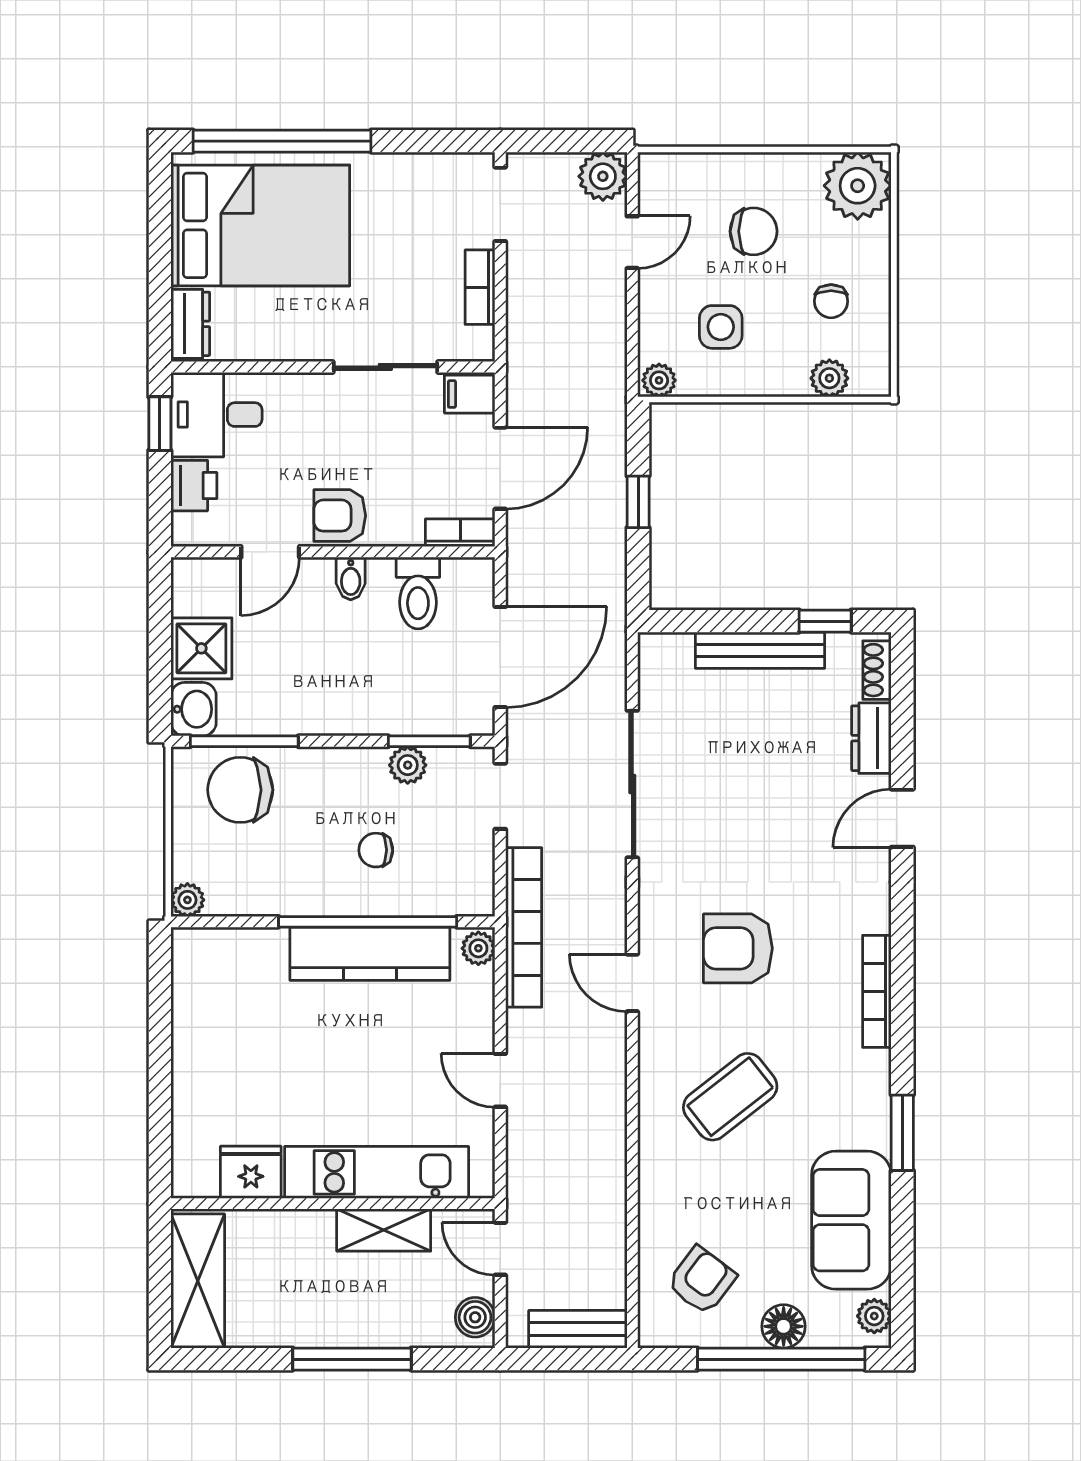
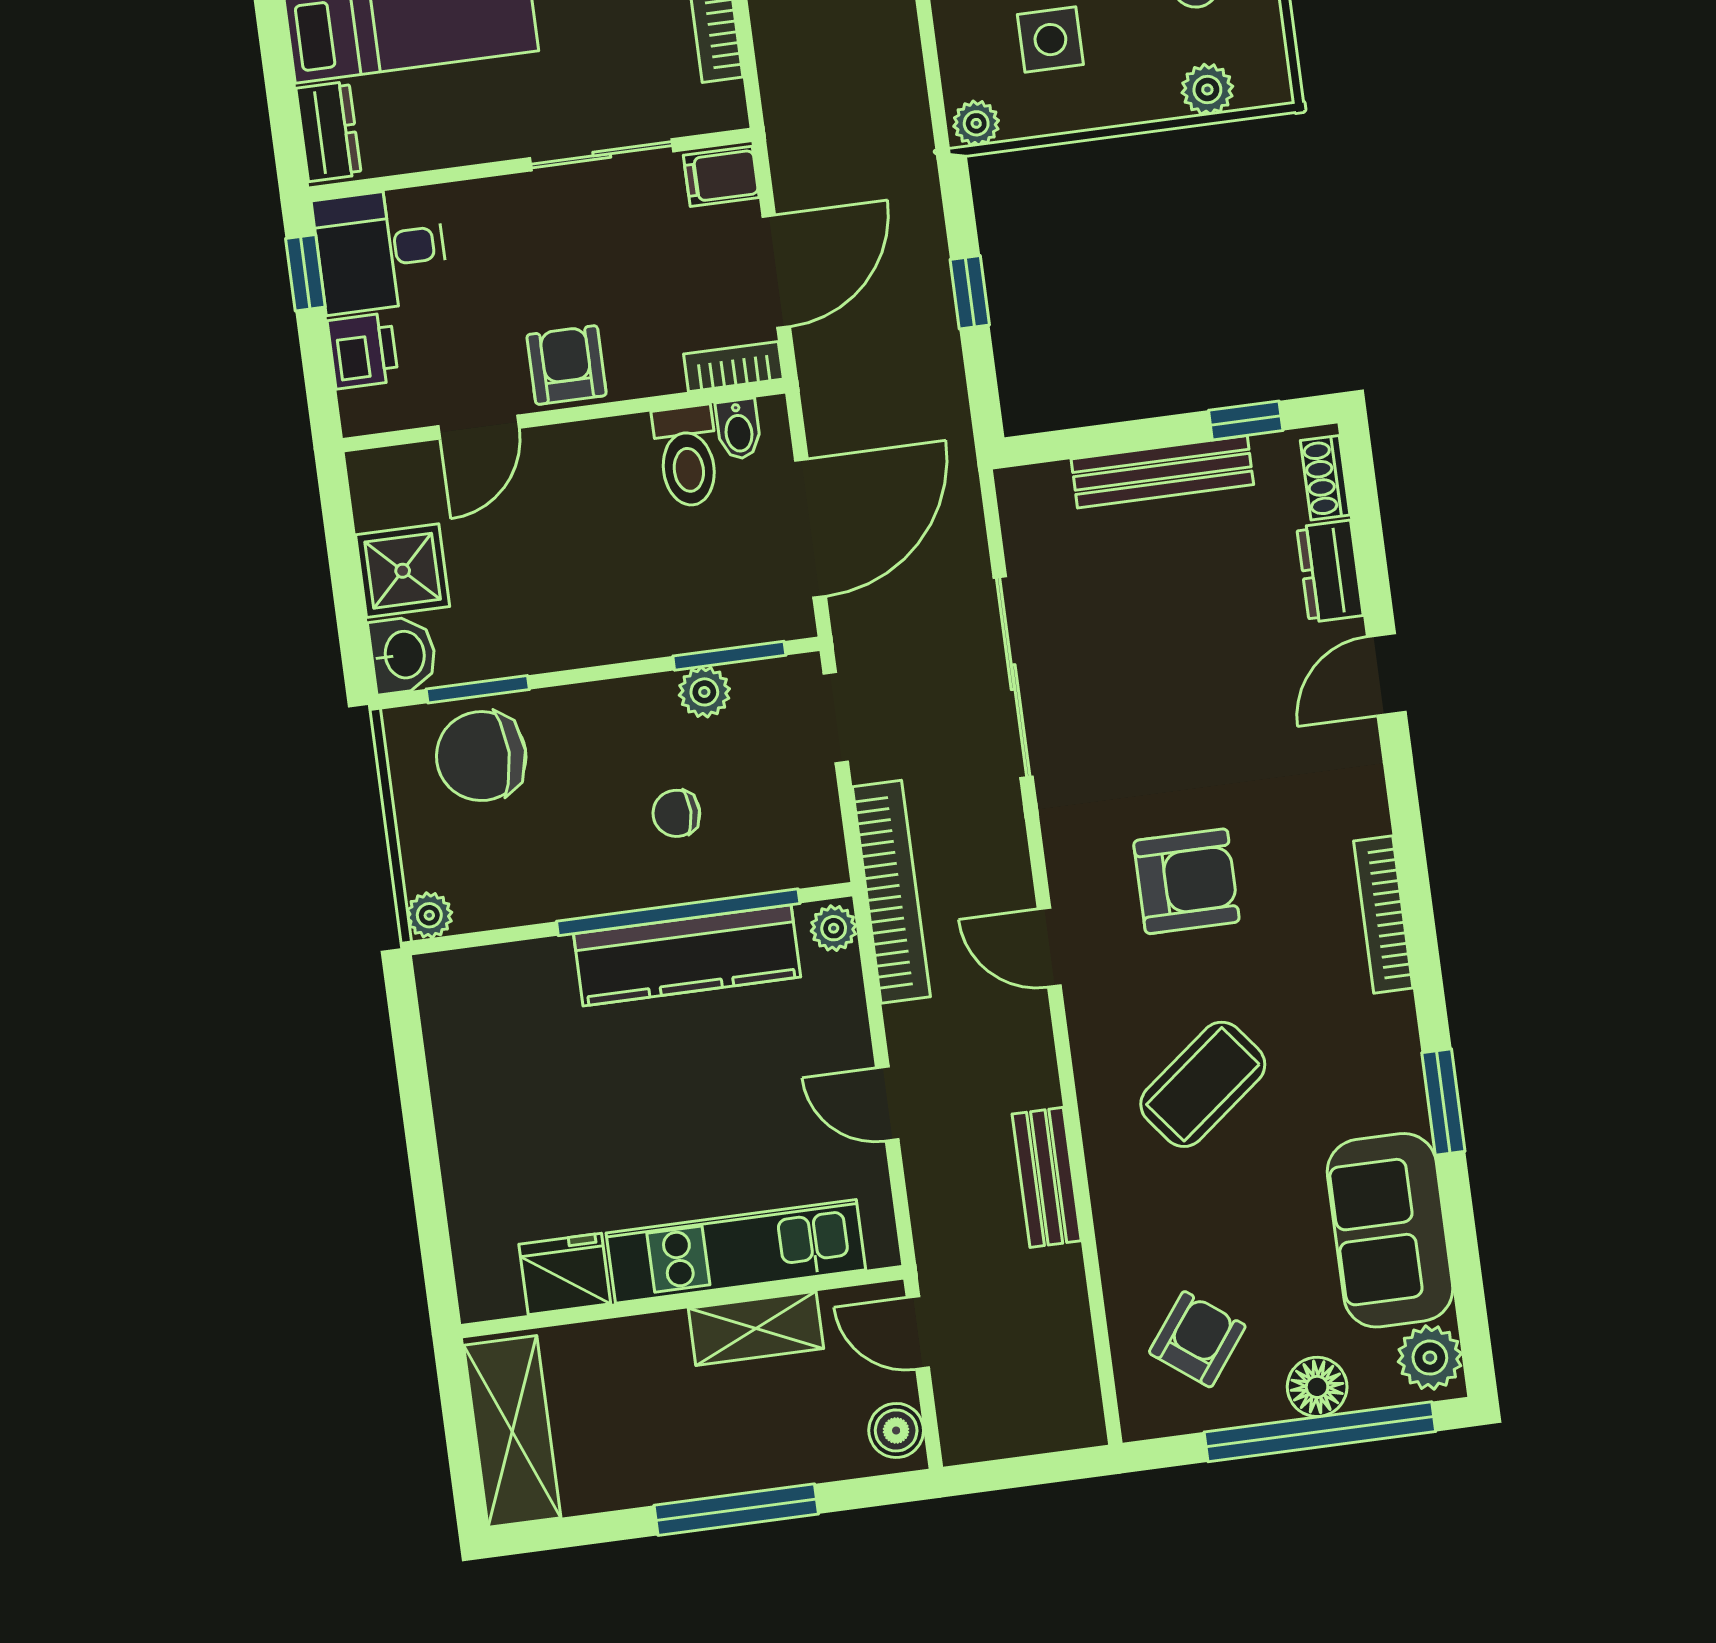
armchair: (340, 516) -> (567, 365), turned 90
bidet: (351, 578) -> (738, 429), moved
window: (244, 741) -> (478, 689), width x0.69
armchair: (738, 948) -> (1186, 881), turned 180
plant: (874, 1316) -> (1430, 1358), width x1.38, depth x1.38
bench: (578, 1329) -> (1047, 1177), moved, turned 90

